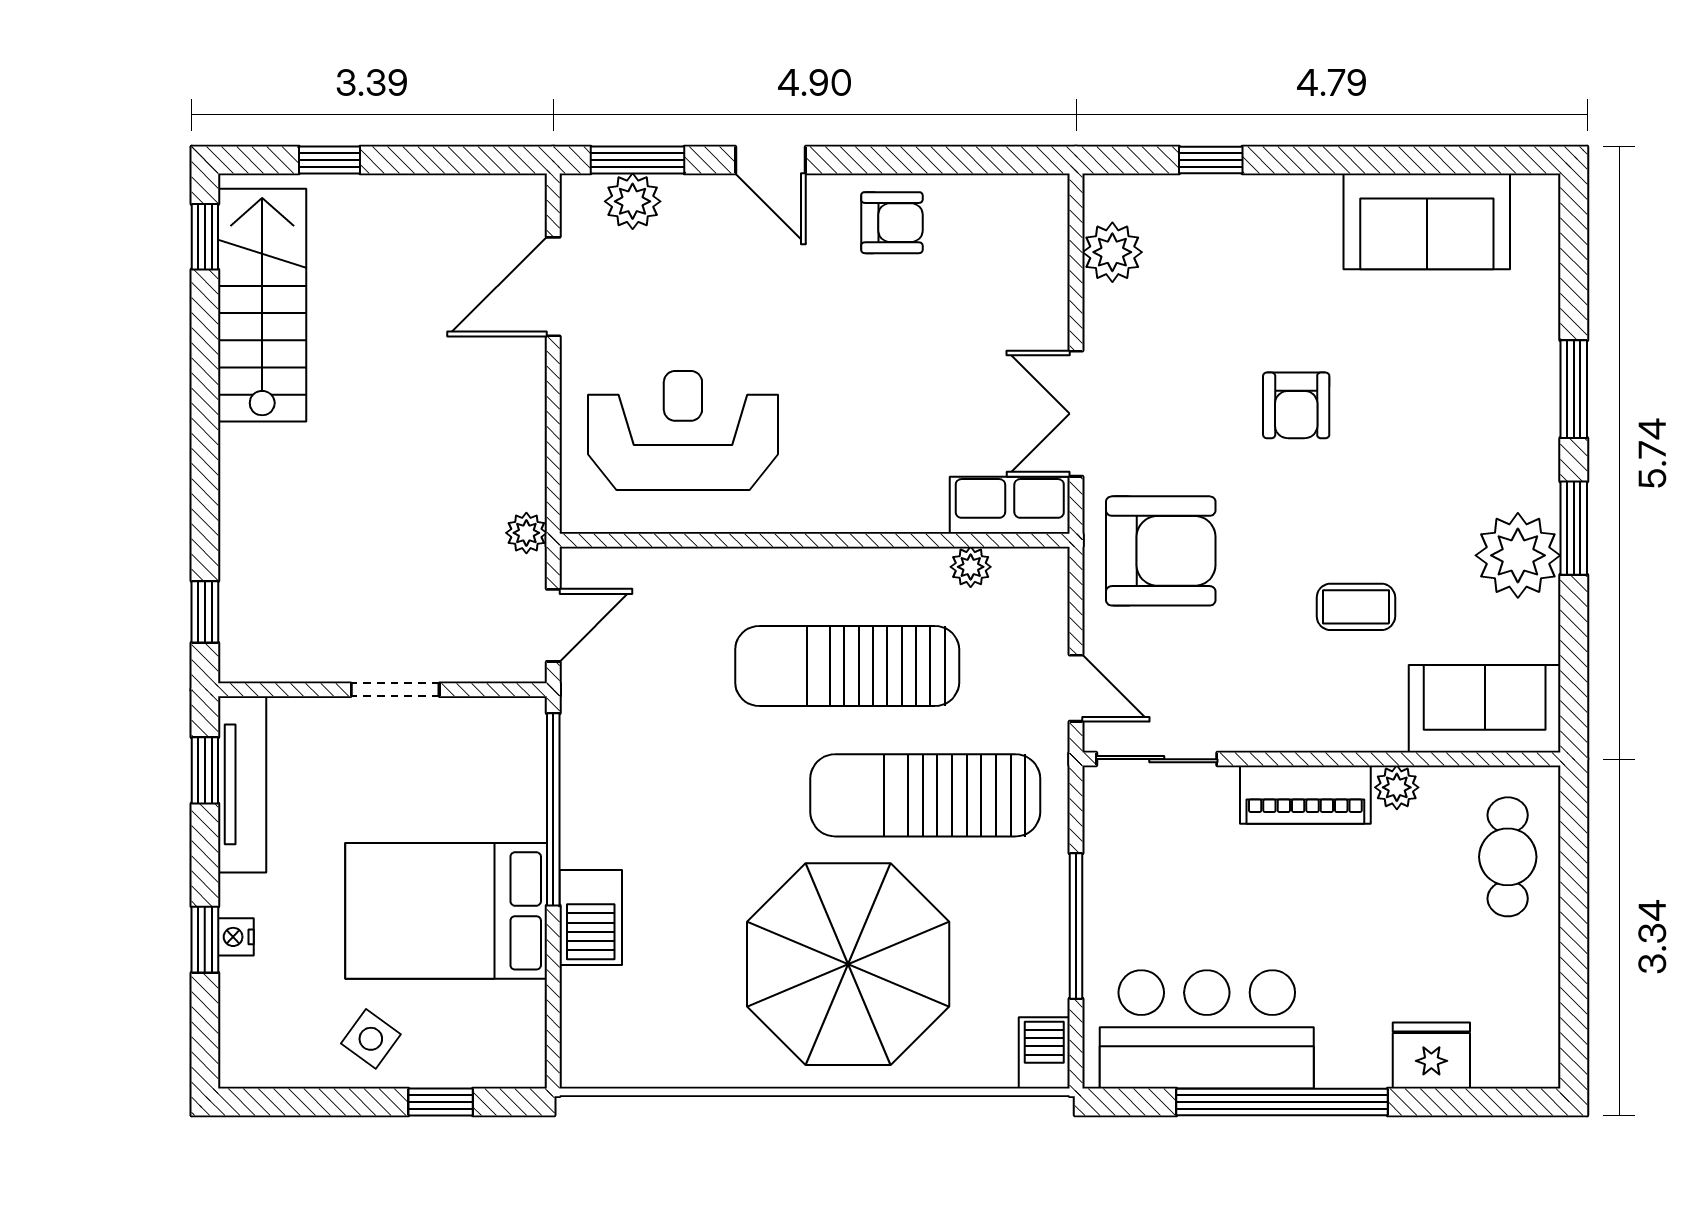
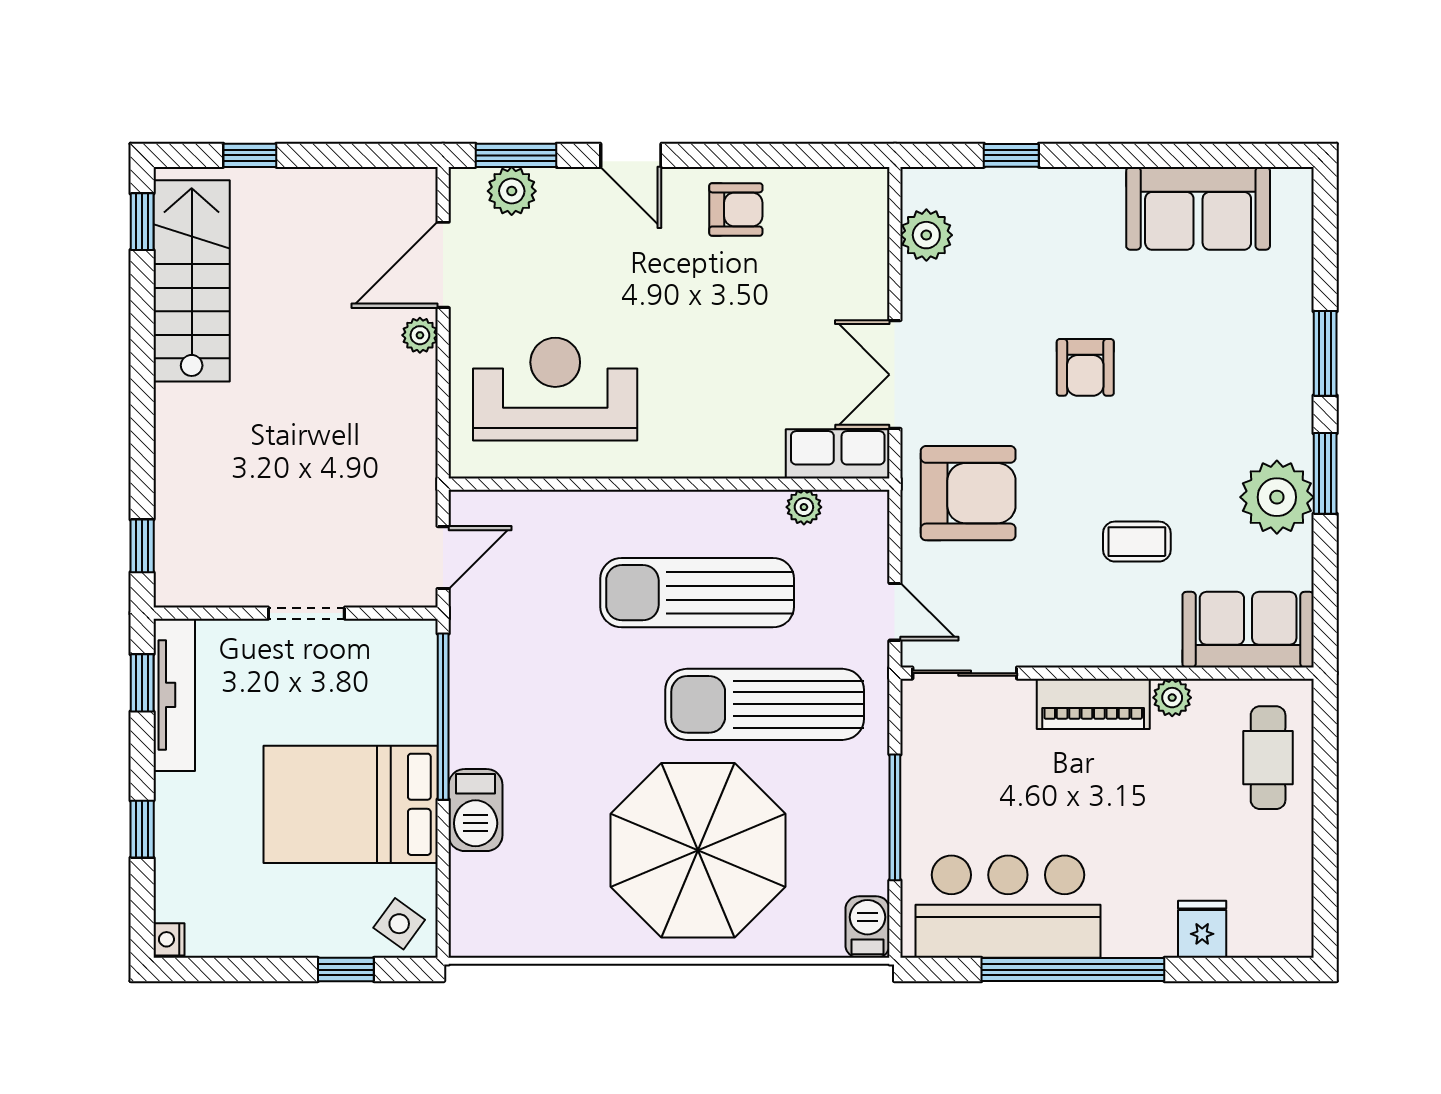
plant: (526, 533) -> (420, 335), moved
nightstand: (236, 937) -> (169, 939), moved
side table: (371, 1039) -> (399, 924), moved
fridge: (1431, 1056) -> (1202, 929), width x0.72

